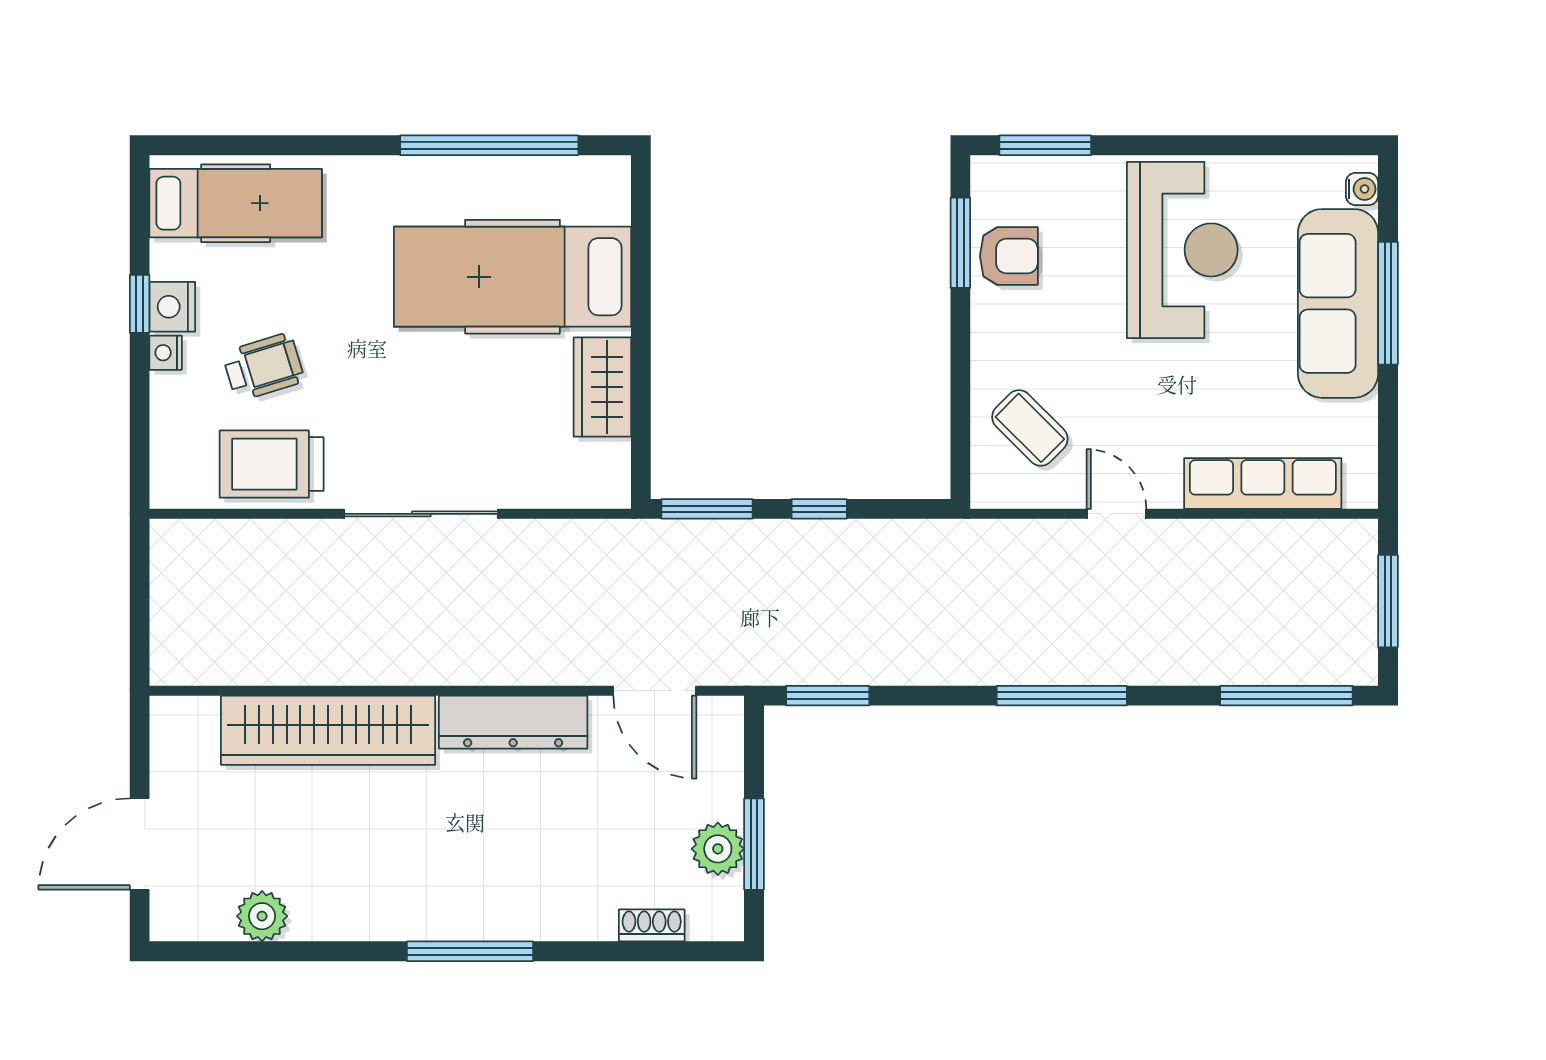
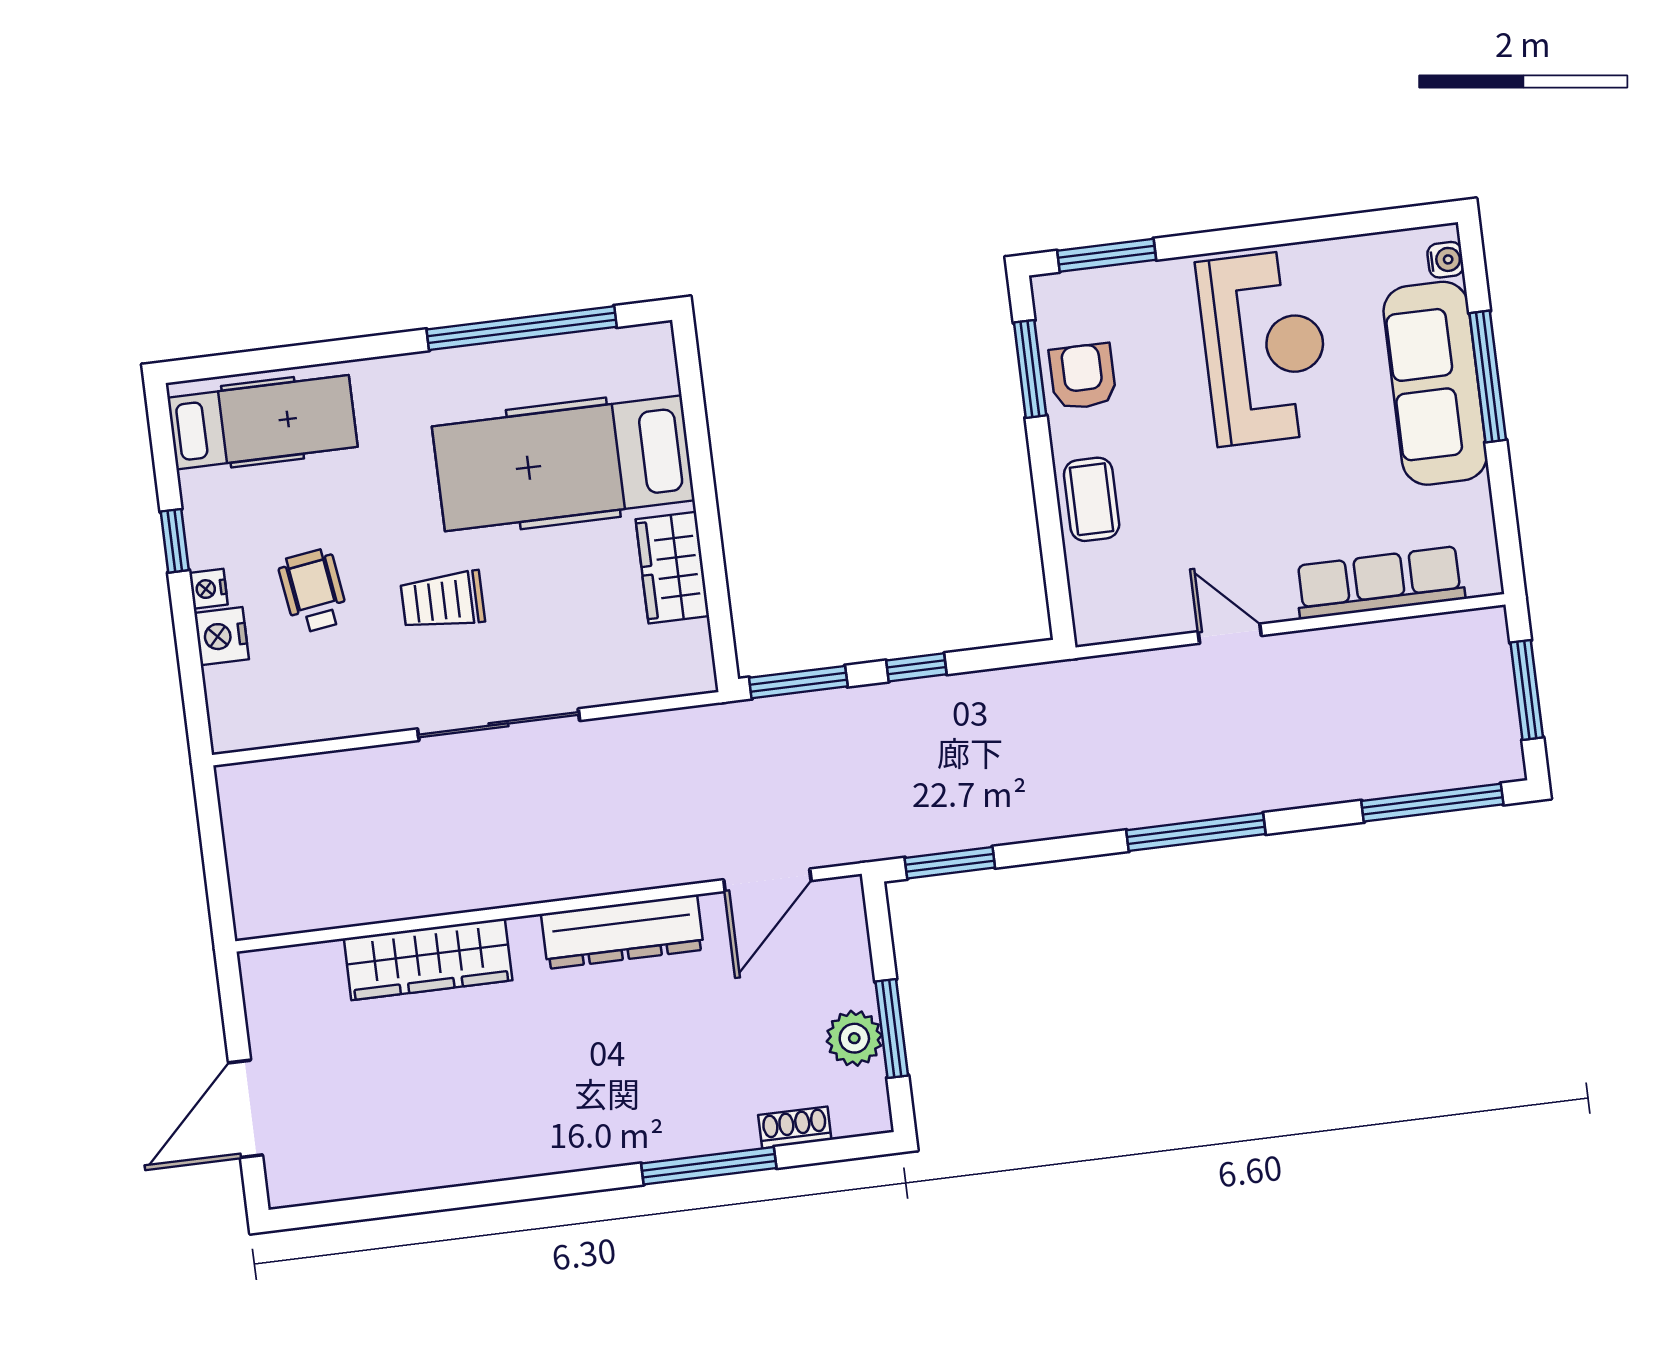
armchair: (1009, 256) -> (1083, 377), turned -90
nightstand: (172, 307) -> (222, 636), moved
wheelchair: (263, 367) -> (313, 591), turned -81
coffee table: (1030, 428) -> (1092, 499), moved, turned 45
trolley: (272, 464) -> (443, 600), moved, width x0.73, depth x0.72
door: (655, 691) -> (767, 880), hinge flipped
wardrobe: (328, 730) -> (428, 959), width x0.71, depth x0.85
plant: (262, 916) -> (384, 1169), removed
window: (470, 951) -> (709, 1166), moved

